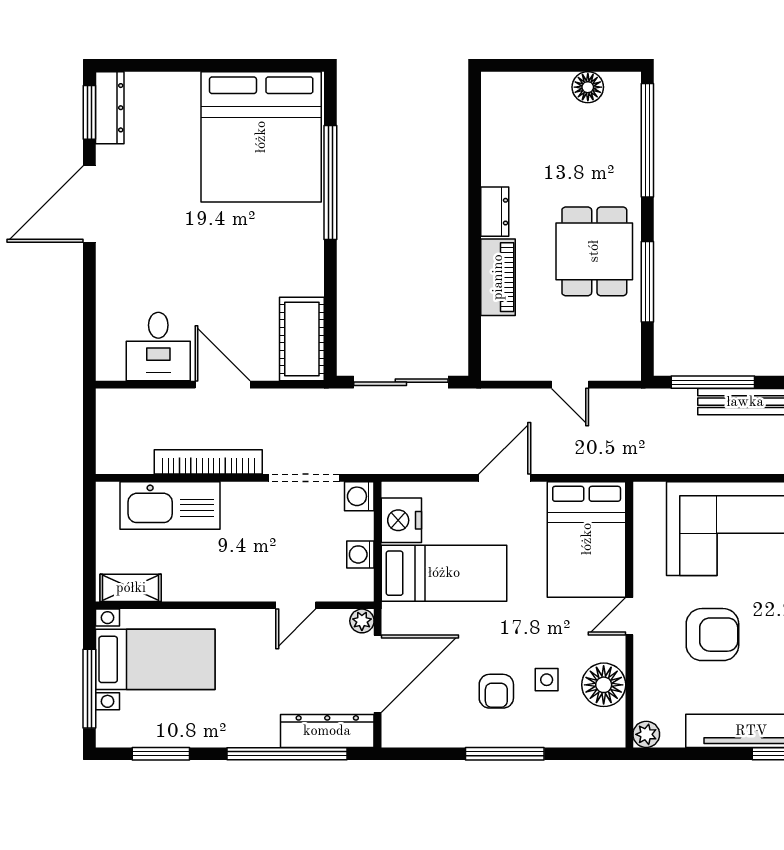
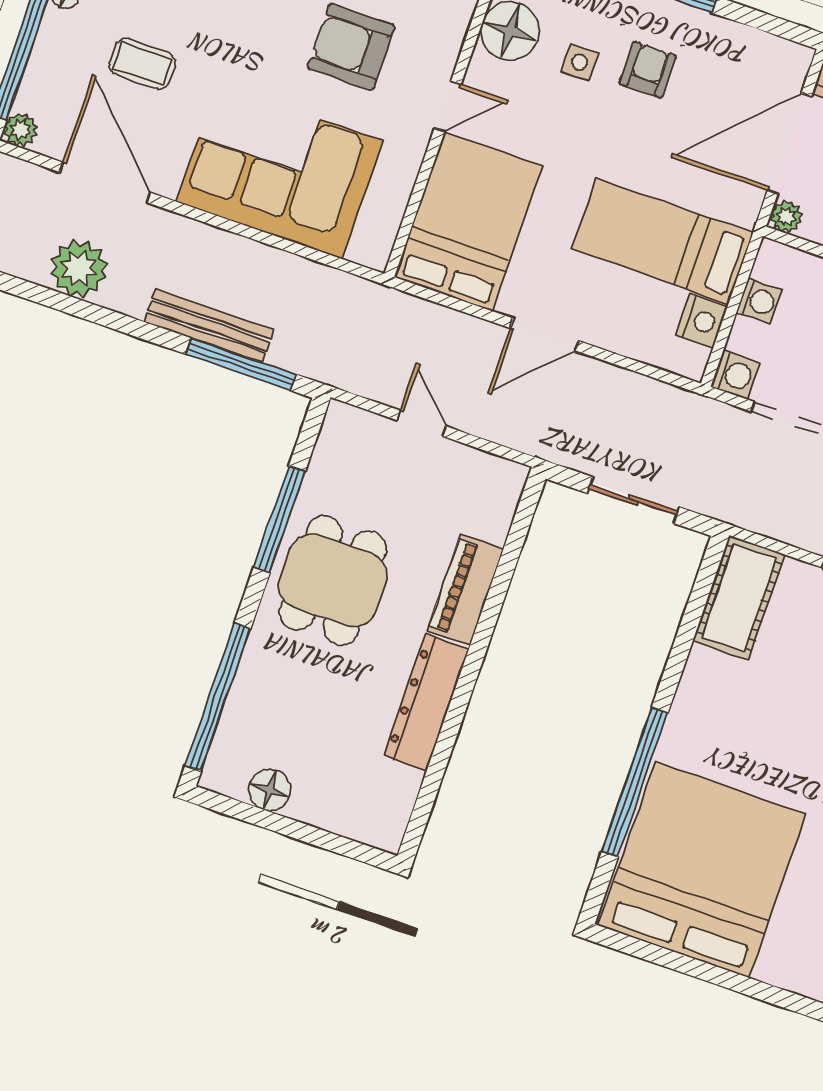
dresser: (495, 212) -> (426, 702), width x1.96, depth x1.24
sliding door: (401, 382) -> (633, 500), width x0.73
nightstand: (401, 520) -> (702, 321), width x0.74, depth x0.75

